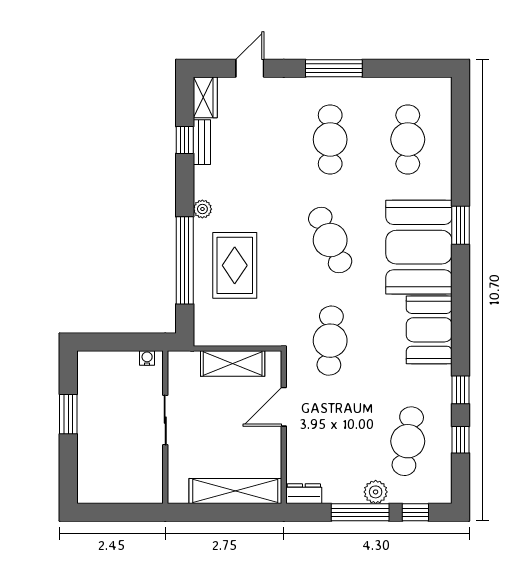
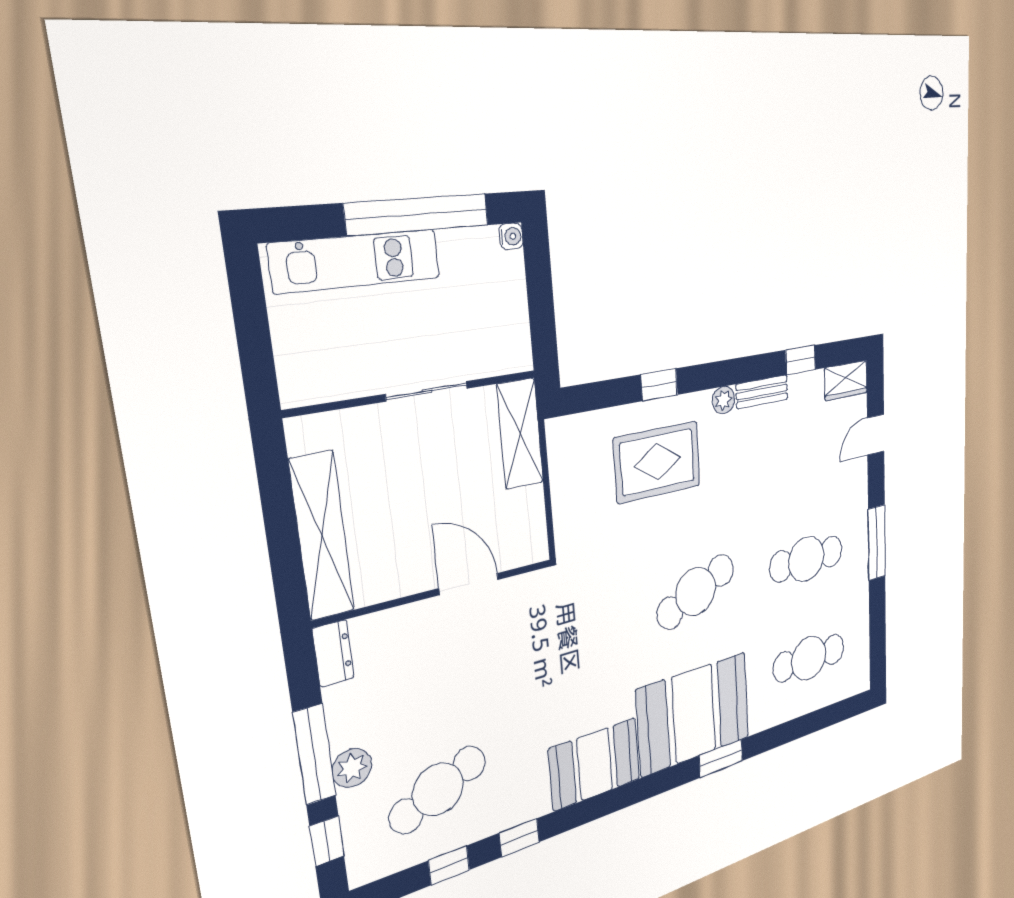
door: (250, 68) -> (876, 435), swing flipped
bench: (202, 142) -> (762, 392), moved
window: (185, 260) -> (659, 385), width x0.32
cafe table: (330, 341) -> (569, 629), removed
water cooler: (147, 358) -> (511, 236), moved
shelving: (233, 363) -> (520, 434), moved
window: (68, 414) -> (418, 214), width x2.11
cafe table: (408, 441) -> (438, 789), turned -33
kitchen unit: (90, 453) -> (356, 261), added

